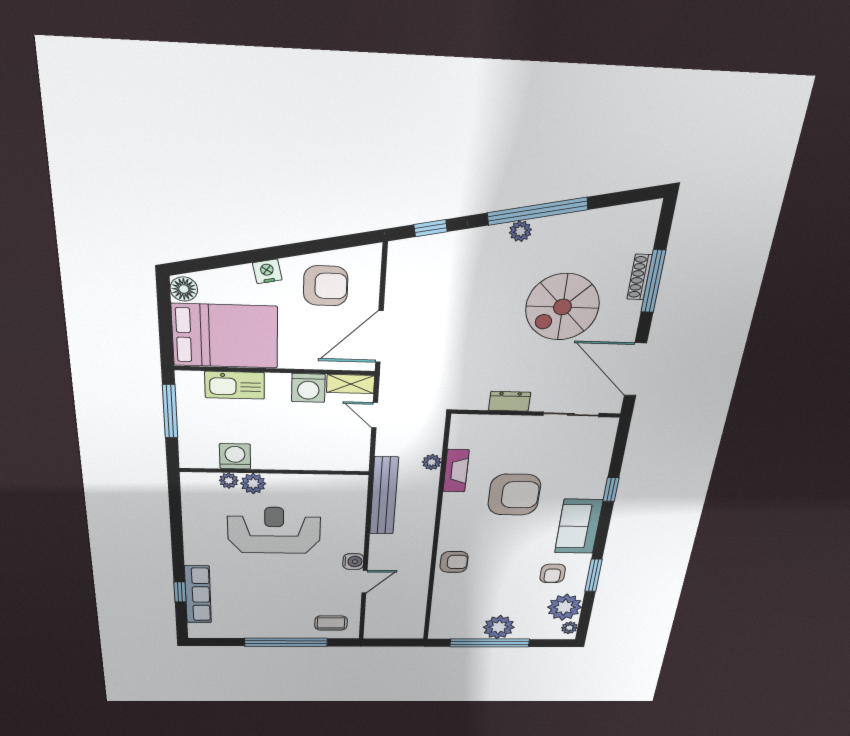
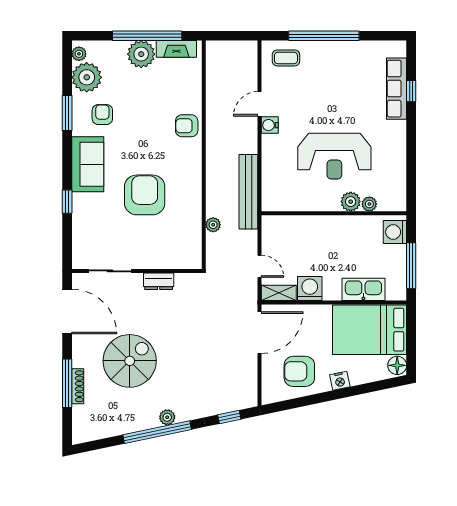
washing machine: (235, 456) -> (395, 232), moved, turned 90
fireplace: (456, 471) -> (176, 49), moved, turned -90
armchair: (514, 495) -> (145, 195), turned 90

